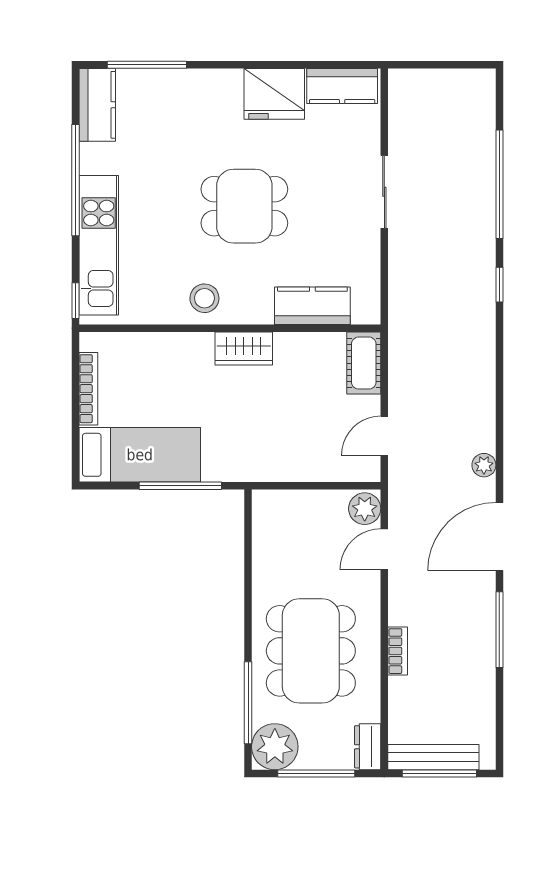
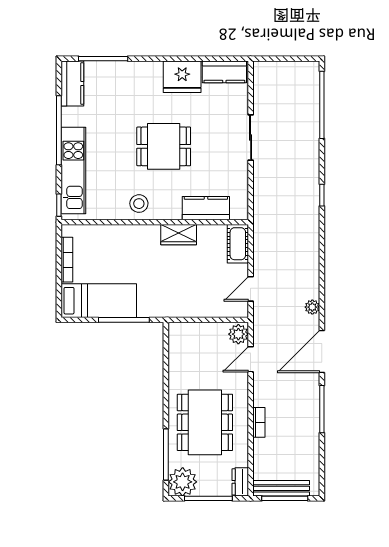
window: (499, 184) -> (322, 105), moved
wardrobe: (244, 348) -> (179, 235), moved

